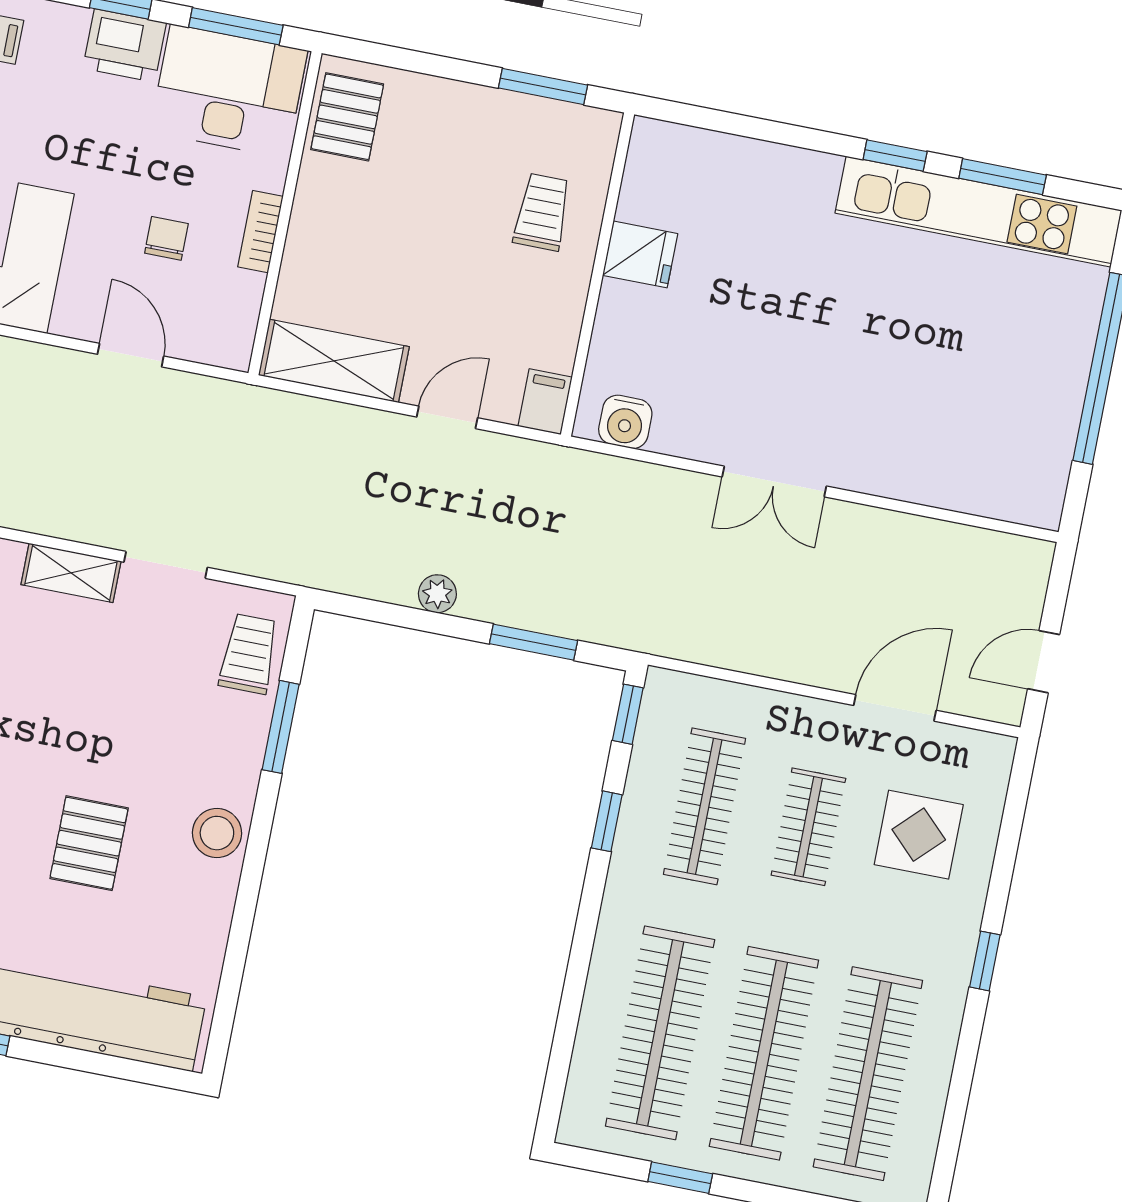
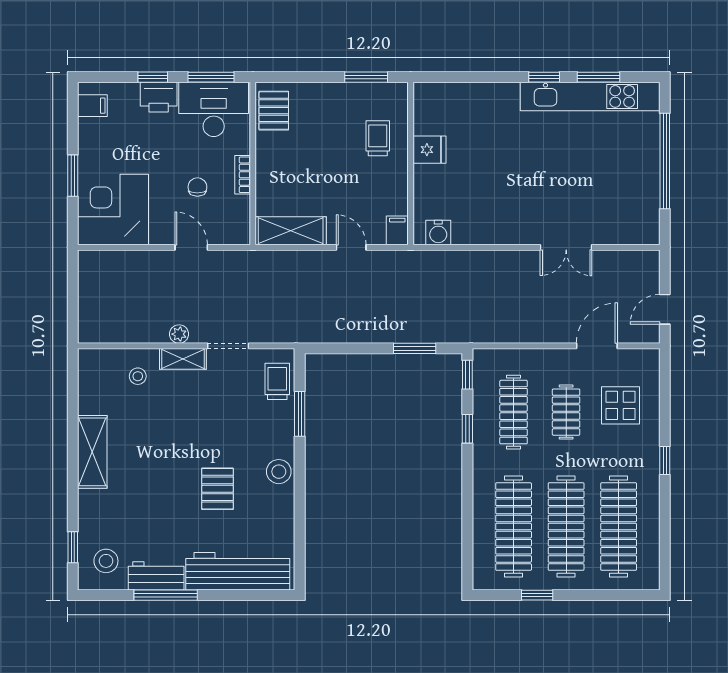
door: (447, 417) -> (351, 247), hinge flipped
double door: (774, 481) -> (566, 247), moved
plant: (437, 594) -> (179, 334), moved

